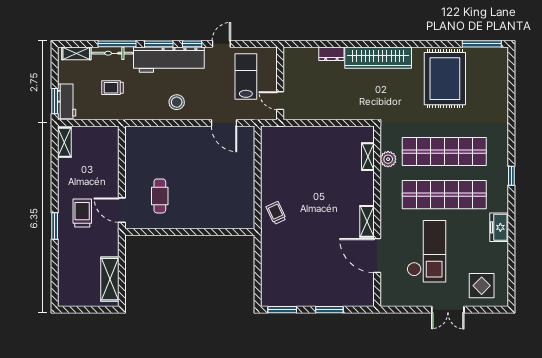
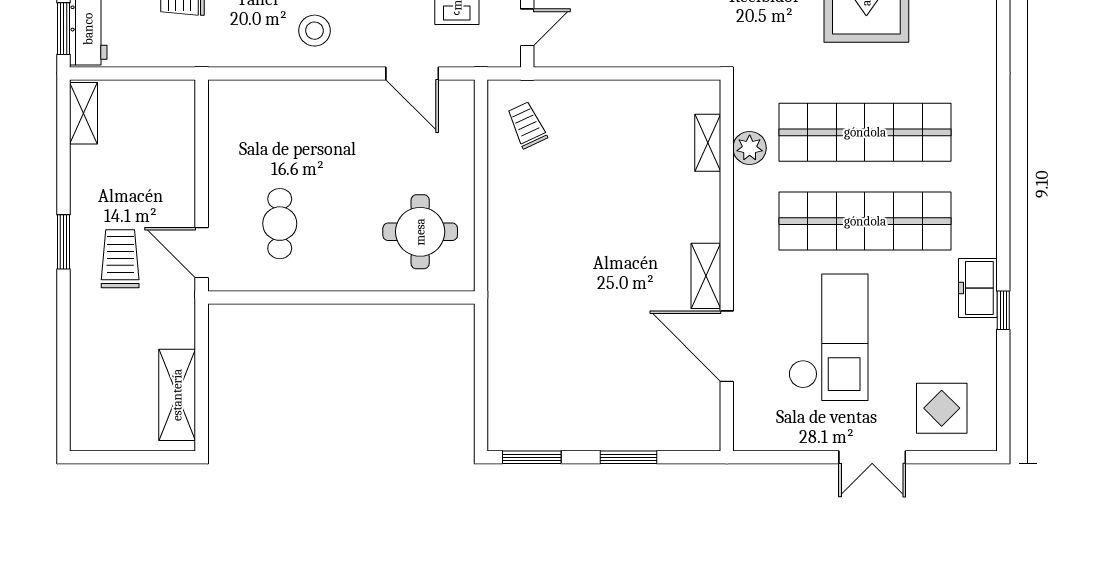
door: (280, 101) -> (527, 27), swing flipped
window: (511, 176) -> (1003, 310), moved
round table: (228, 200) -> (420, 232), added
trolley: (276, 213) -> (527, 125), moved
window: (55, 226) -> (63, 242), moved

